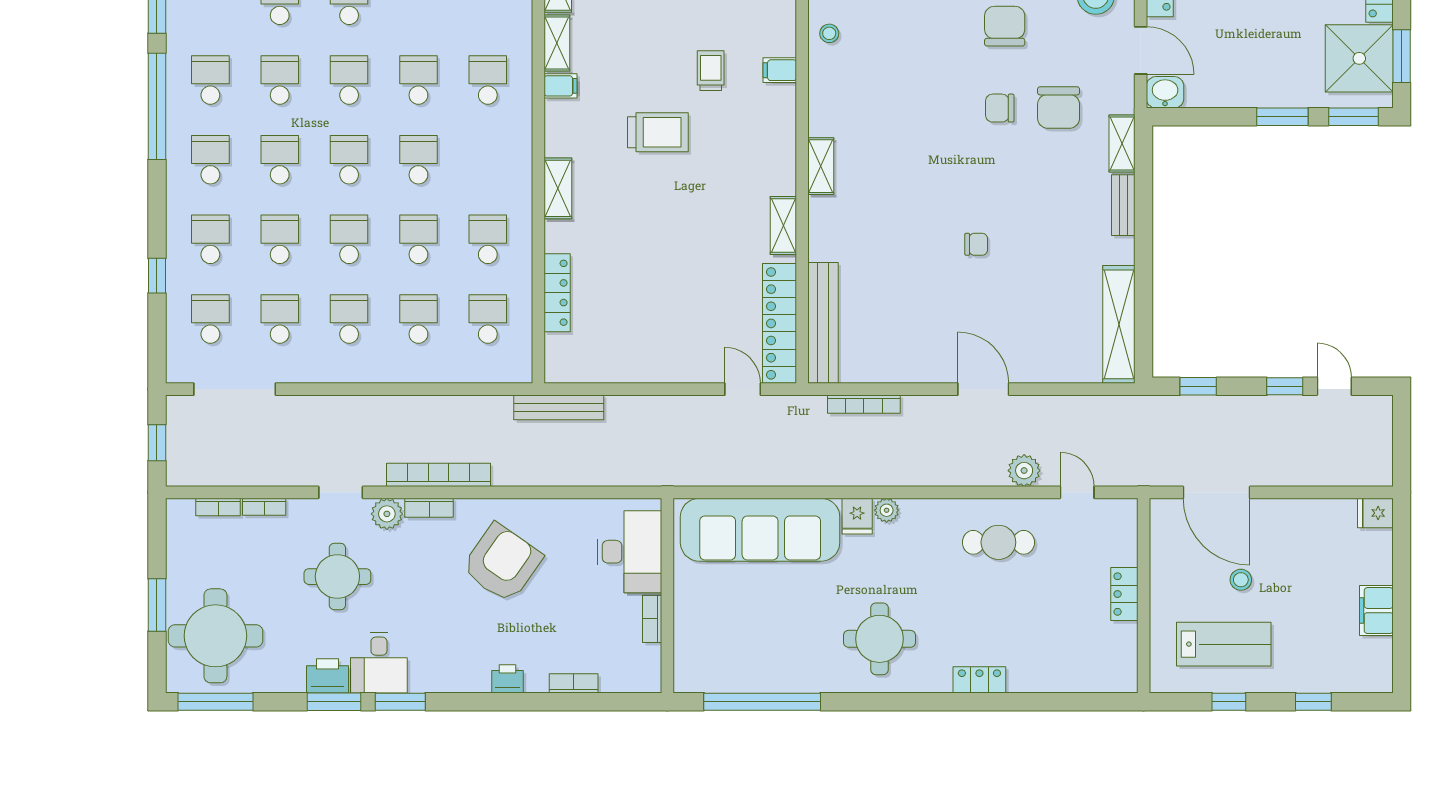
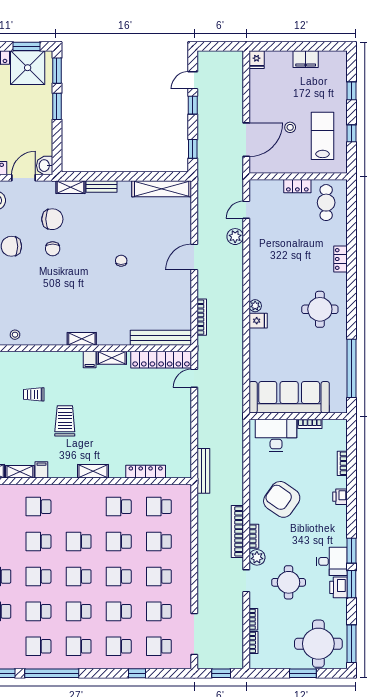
filing cabinet: (780, 70) -> (90, 360), moved
sofa: (760, 530) -> (289, 397), moved, turned -90
cafe table: (998, 542) -> (326, 203), moved

